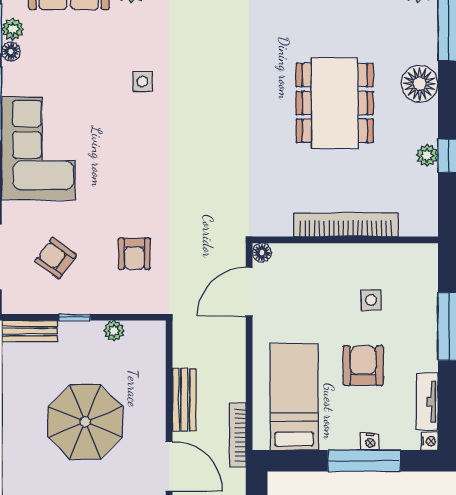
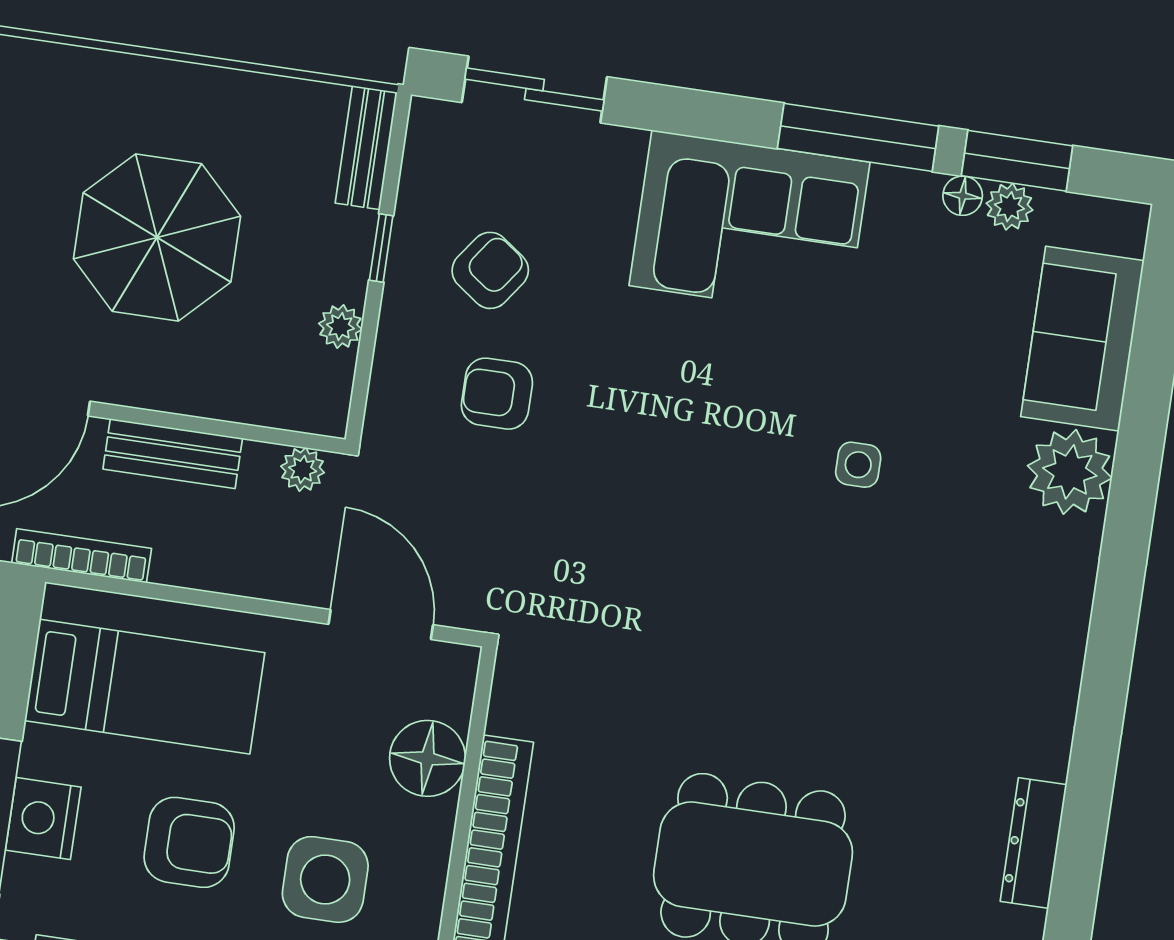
floor lamp: (262, 253) -> (428, 758), moved, width x1.89, depth x1.89
armchair: (56, 258) -> (490, 270), moved
side table: (371, 300) -> (325, 879), width x1.87, depth x1.87
plant: (183, 339) -> (303, 469), added
nightstand: (370, 442) -> (43, 819), width x1.89, depth x1.79

